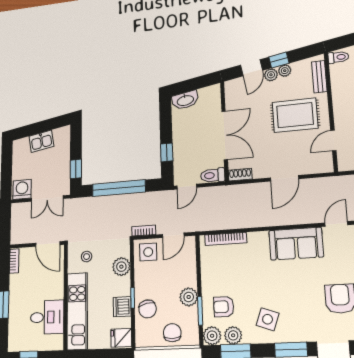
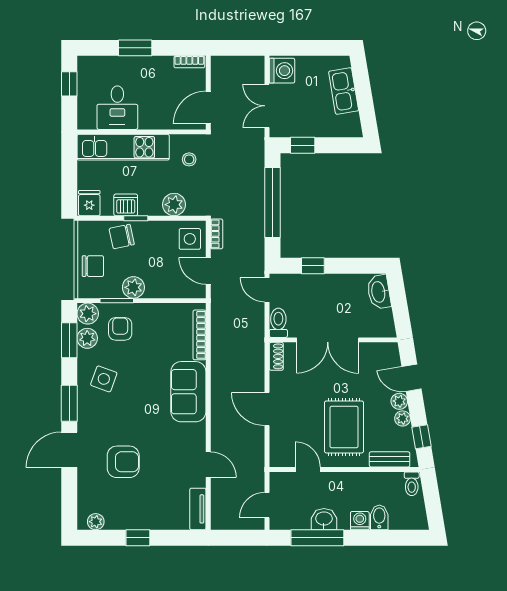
window: (279, 60) -> (421, 437), moved
kitchen sink: (41, 141) -> (344, 91), width x1.38
sofa: (296, 244) -> (188, 392), moved

